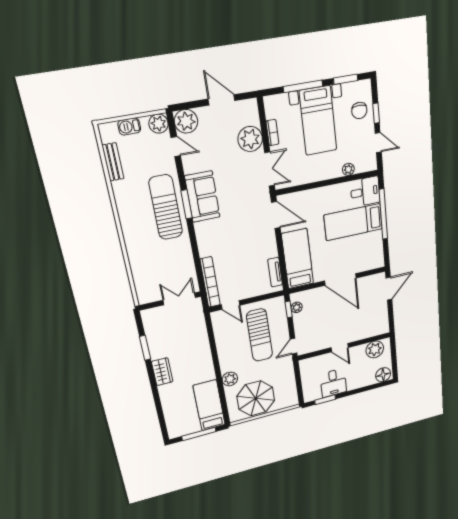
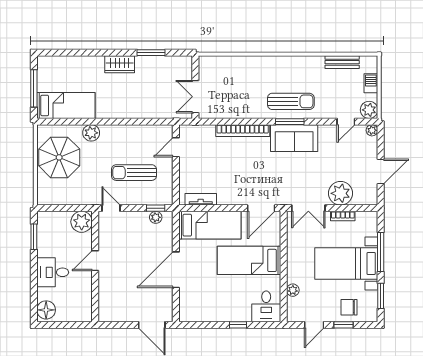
plant: (186, 121) -> (372, 130), width x0.53, depth x0.53
sun lounger: (166, 207) -> (291, 101), width x0.73, depth x0.75
window: (383, 214) -> (238, 325), width x0.32
bed: (353, 222) -> (249, 260), moved, turned -90
bookcase: (210, 282) -> (243, 131), moved
double door: (179, 299) -> (195, 97), swing flipped
sun lounger: (260, 335) -> (134, 173), width x0.73, depth x0.75
plant: (375, 349) -> (82, 222), moved
desk: (333, 383) -> (53, 272), moved

